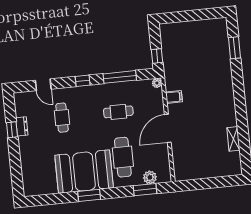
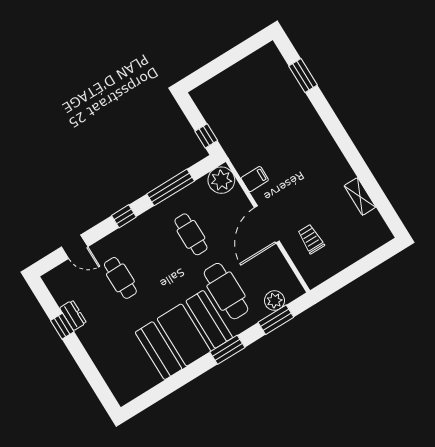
plant: (157, 83) -> (221, 180), width x1.87, depth x1.87
cafe table: (118, 112) -> (191, 234), turned 90
trolley: (191, 150) -> (311, 239), added
window: (89, 195) -> (227, 350), moved

